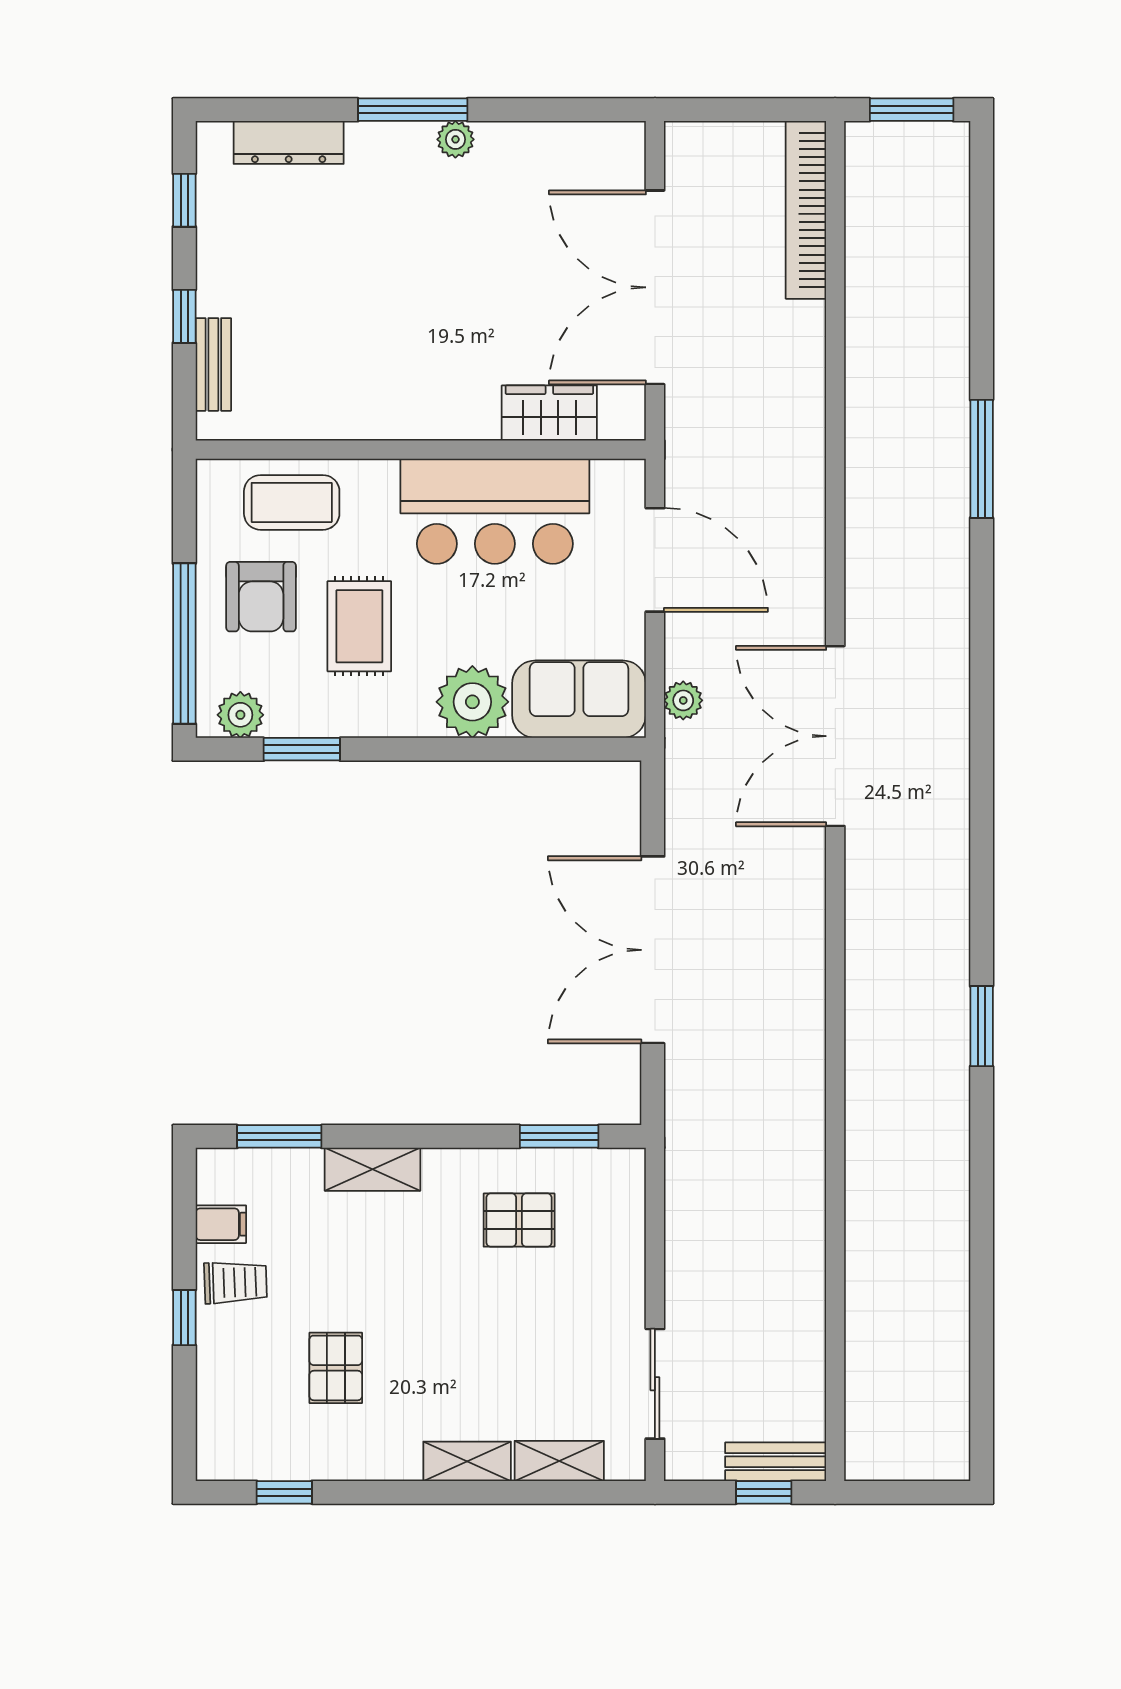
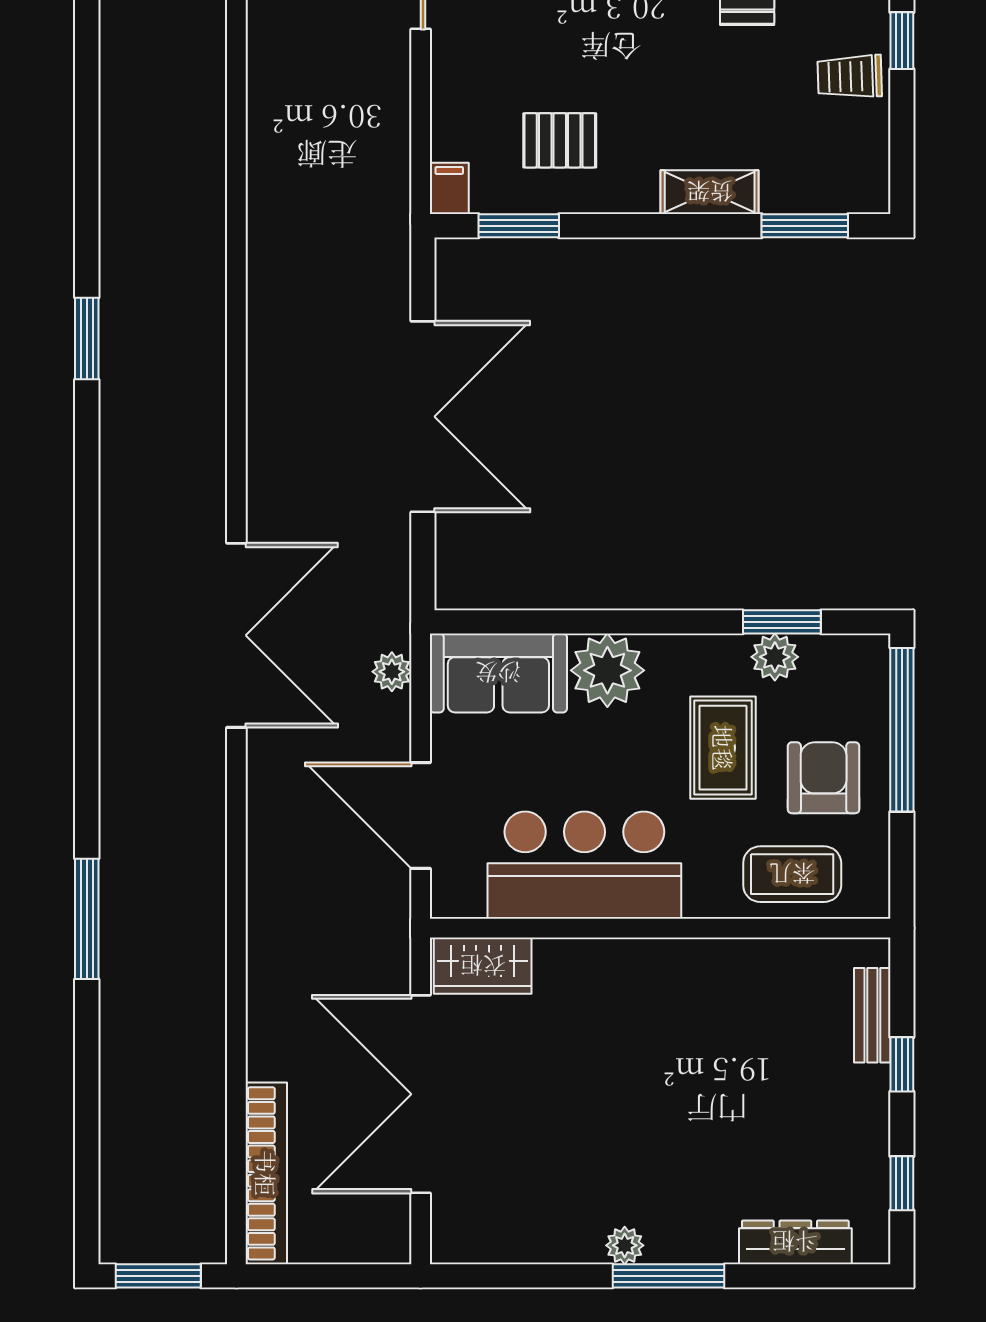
double door: (655, 287) -> (421, 1094), swing flipped
wardrobe: (549, 413) -> (483, 966), moved
plant: (240, 715) -> (775, 657), moved
filing cabinet: (221, 1224) -> (449, 188), moved, turned 90

